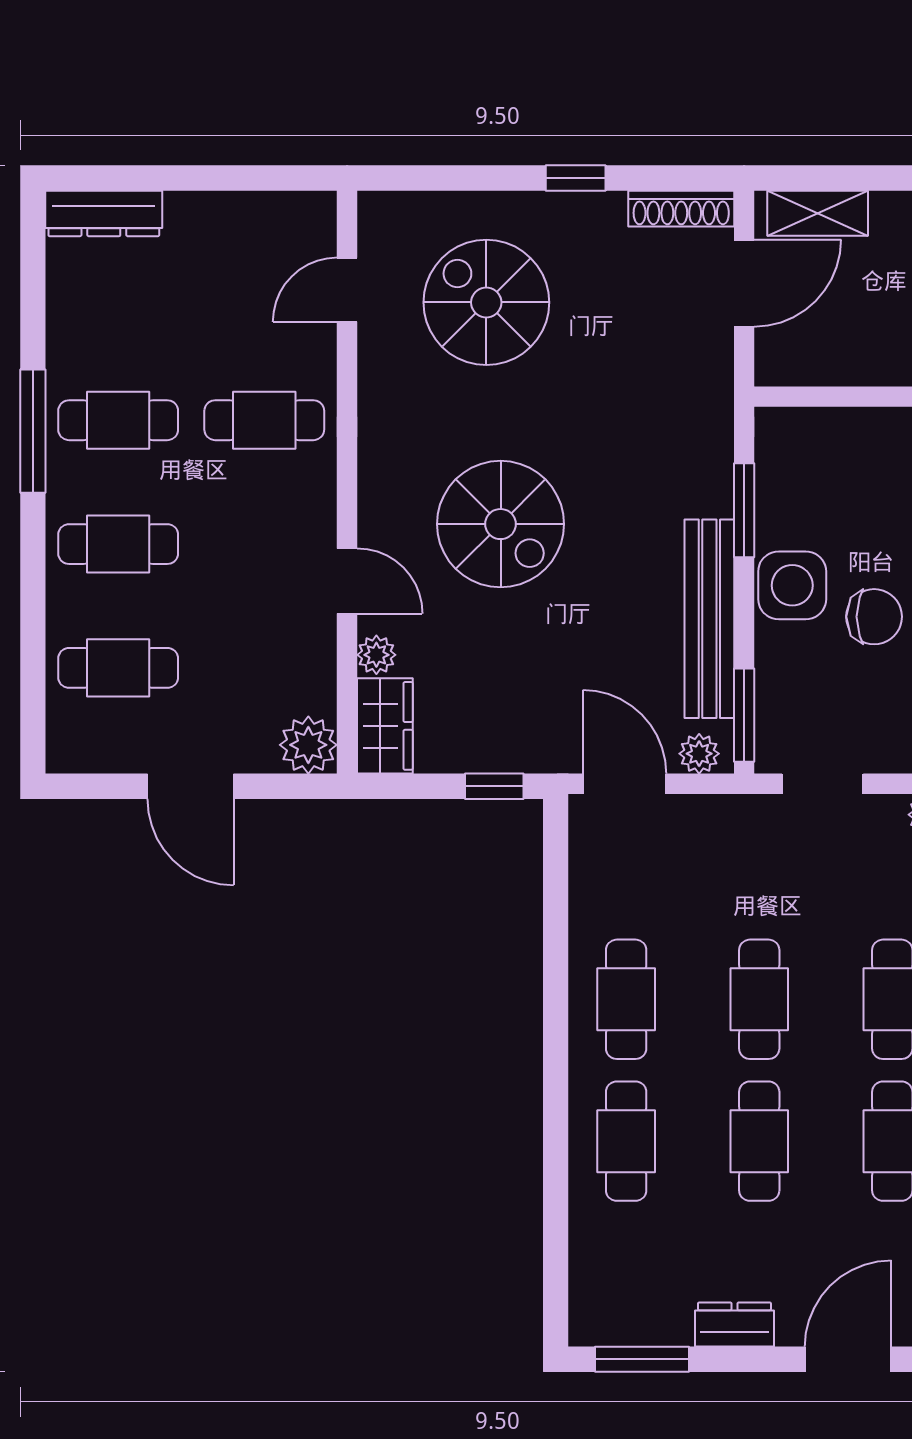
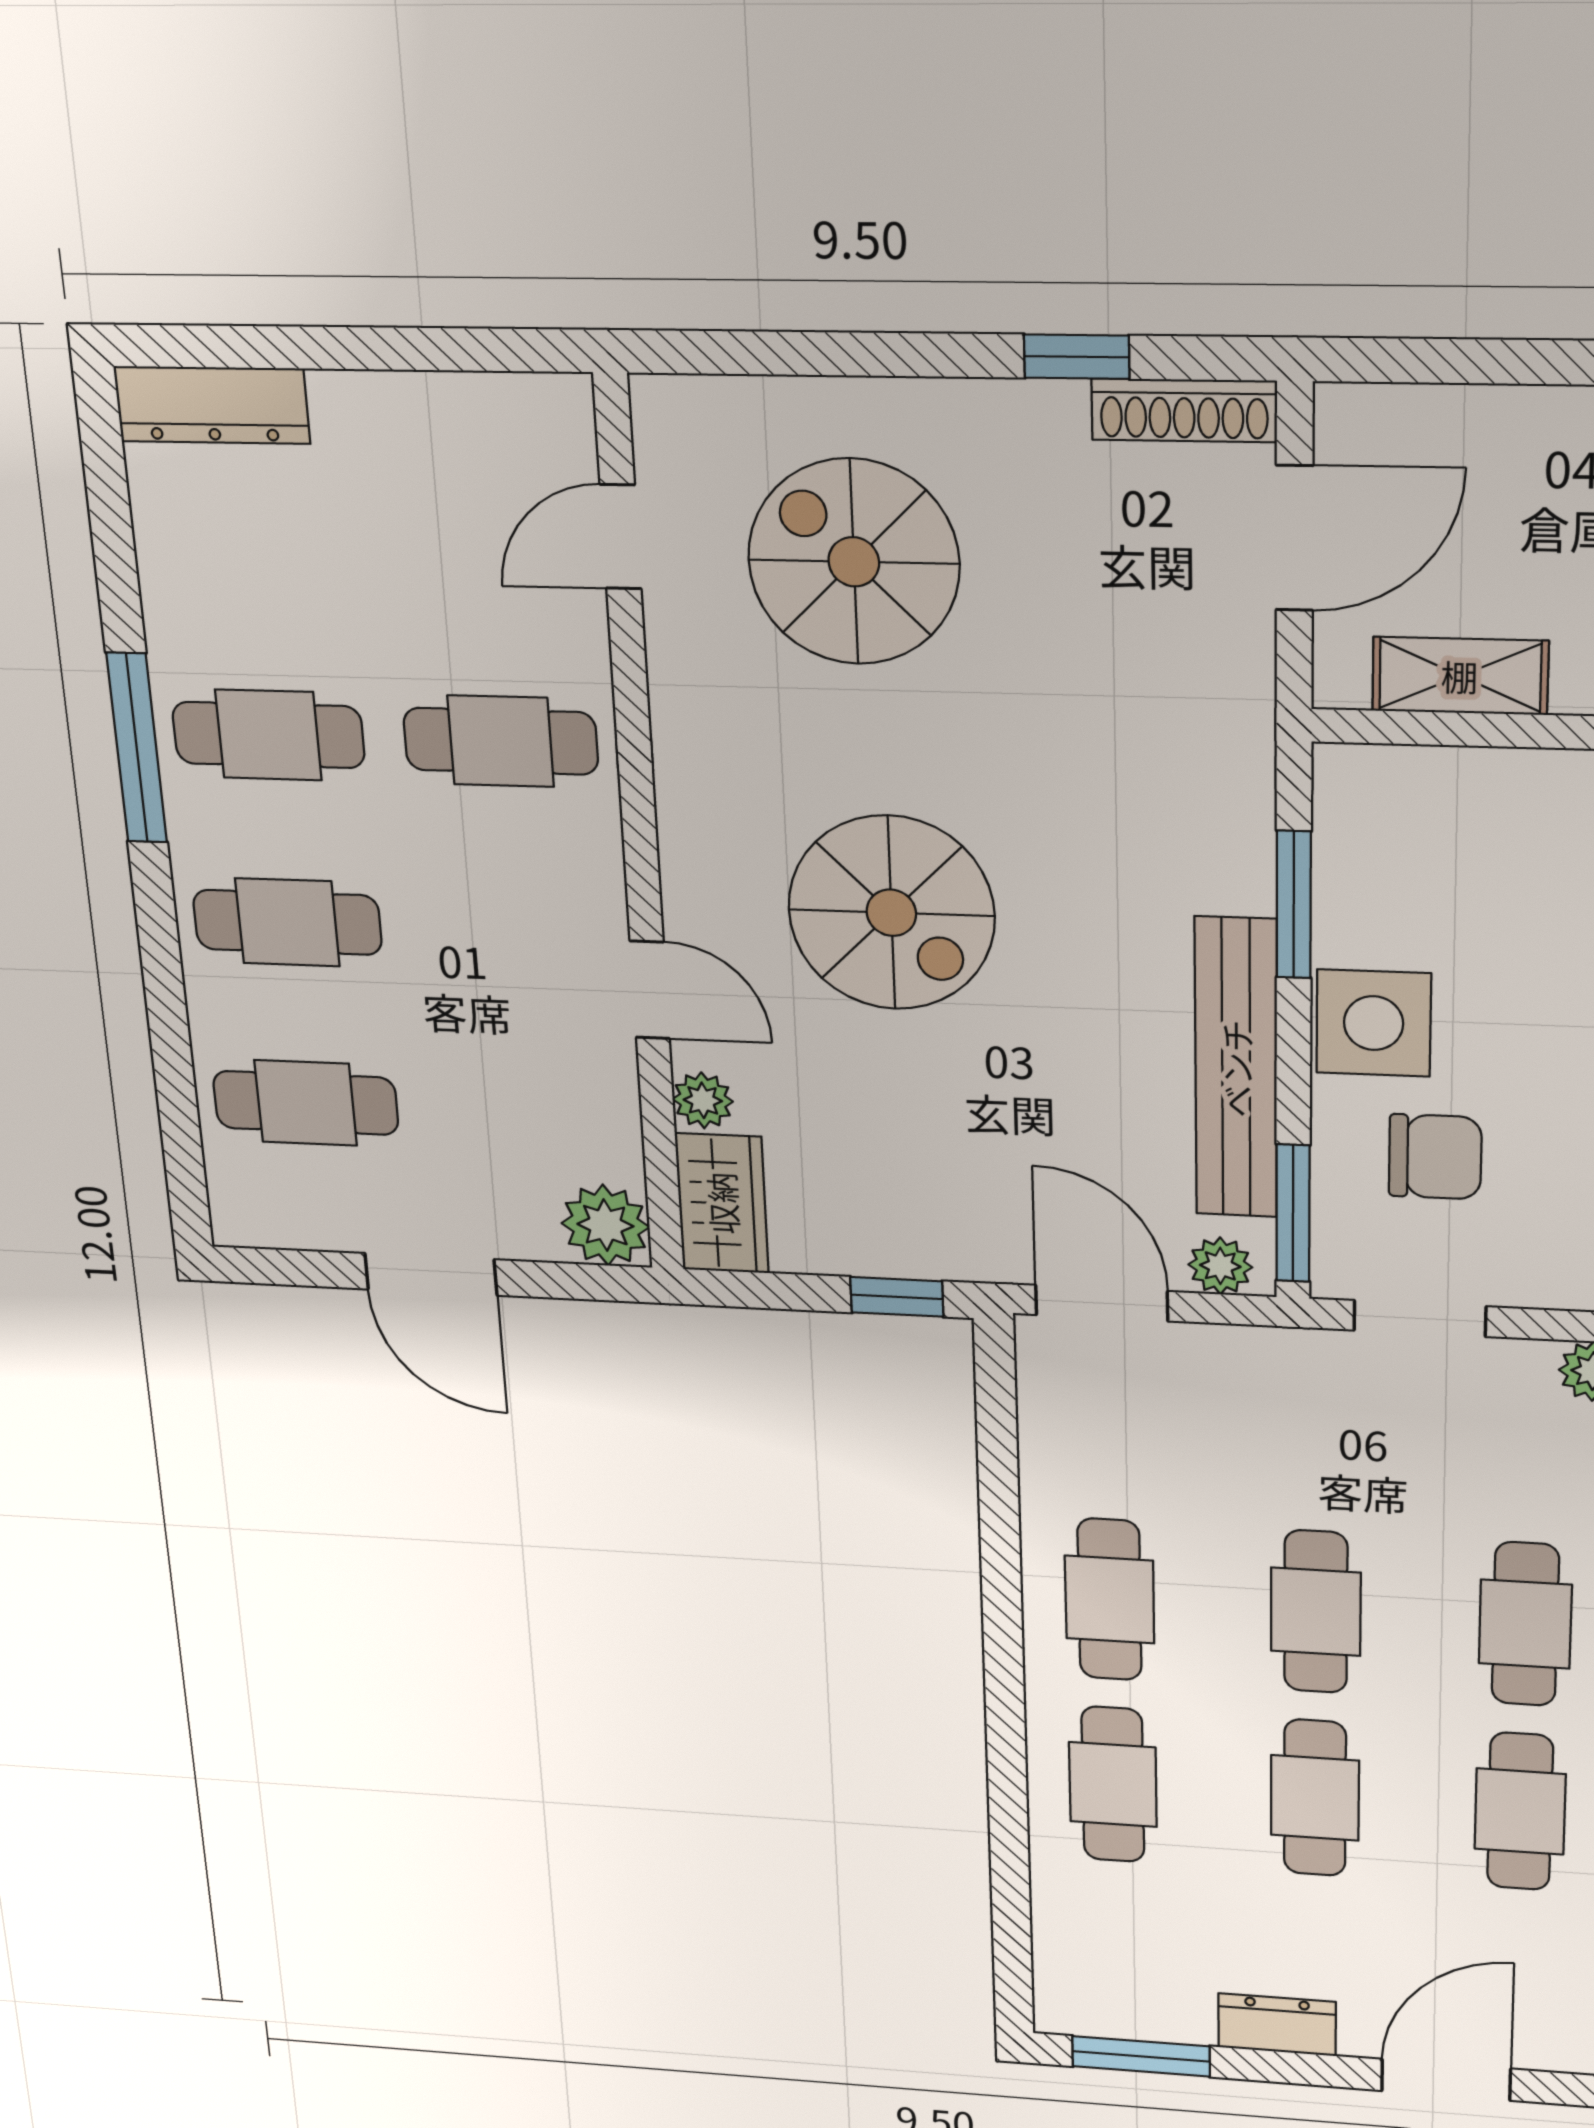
window: (576, 178) -> (1077, 357), moved
shelving: (818, 213) -> (1460, 676), moved
chair: (874, 617) -> (1435, 1157), moved

